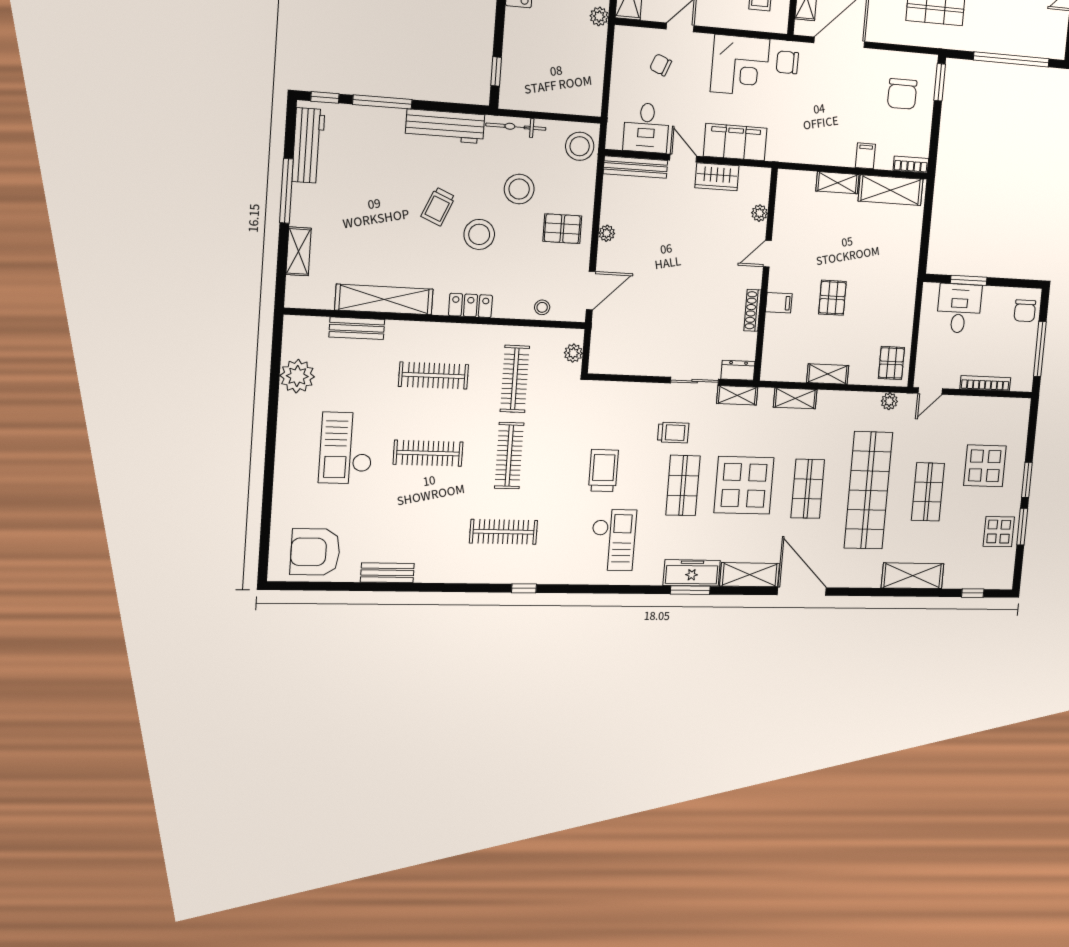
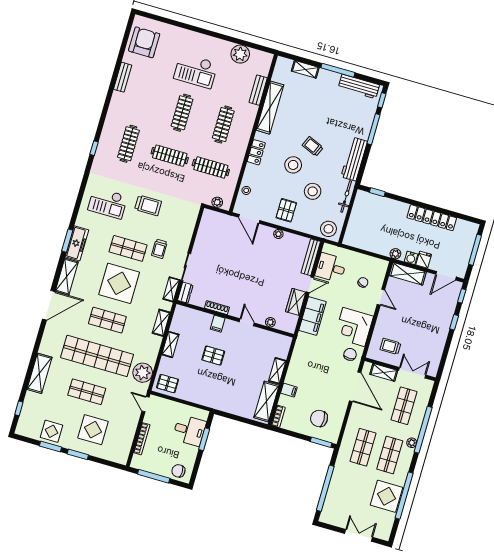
plant: (889, 401) -> (143, 373), width x1.88, depth x1.88
checkout: (346, 448) -> (196, 71), turned 180

